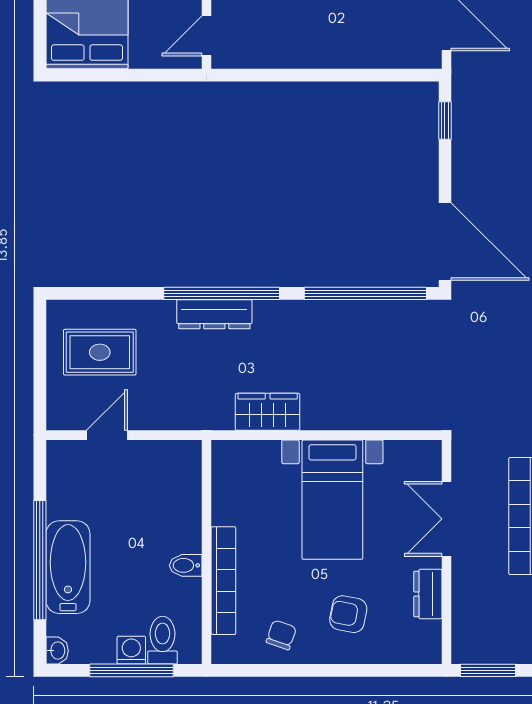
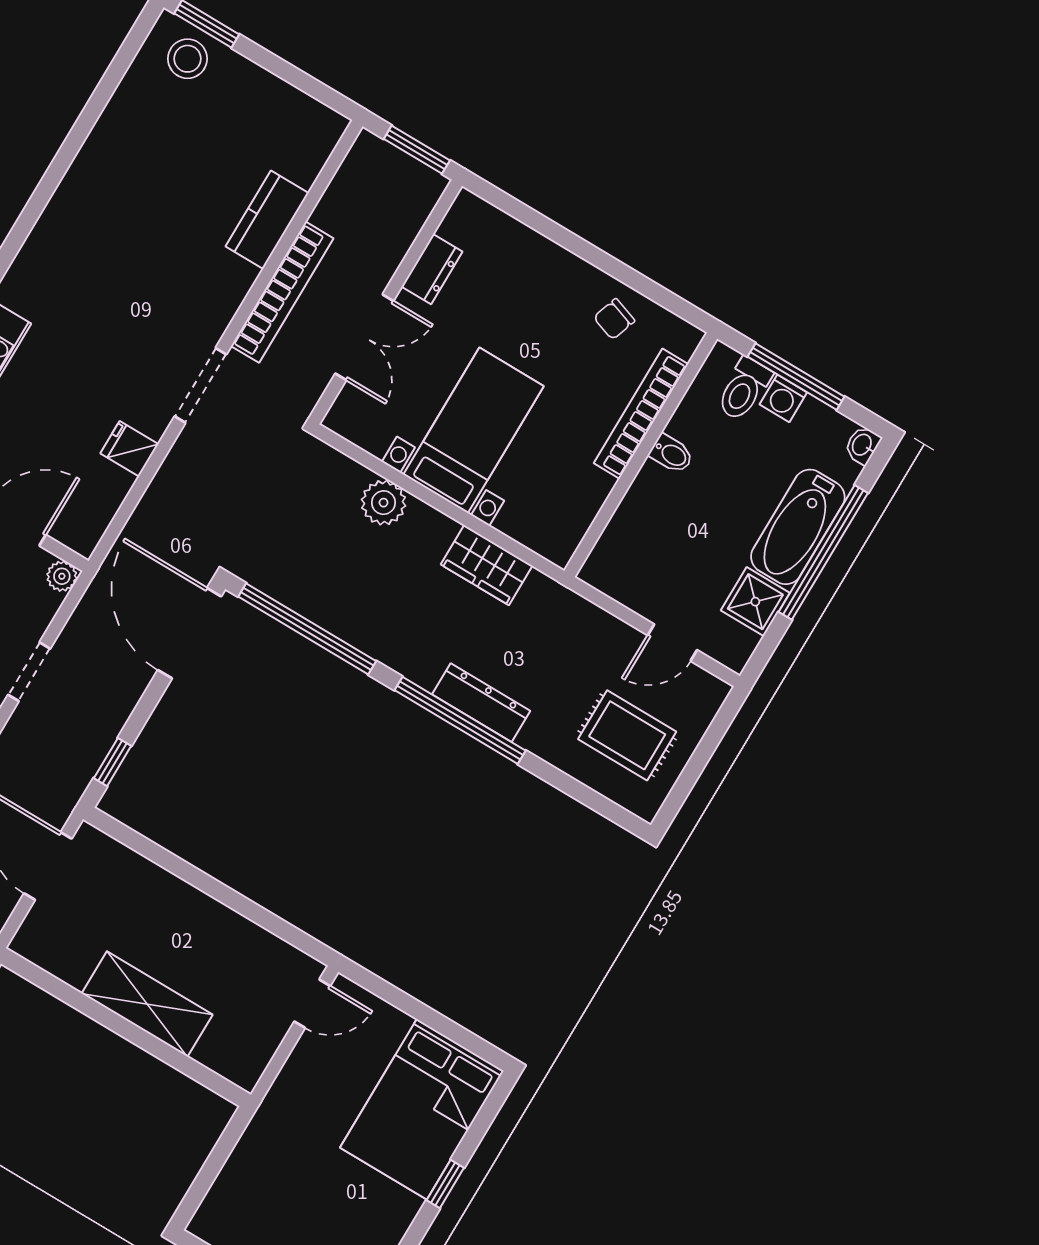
plant: (365, 412) -> (384, 503), added
shower: (66, 498) -> (755, 602), added
armchair: (348, 614) -> (530, 299), removed

